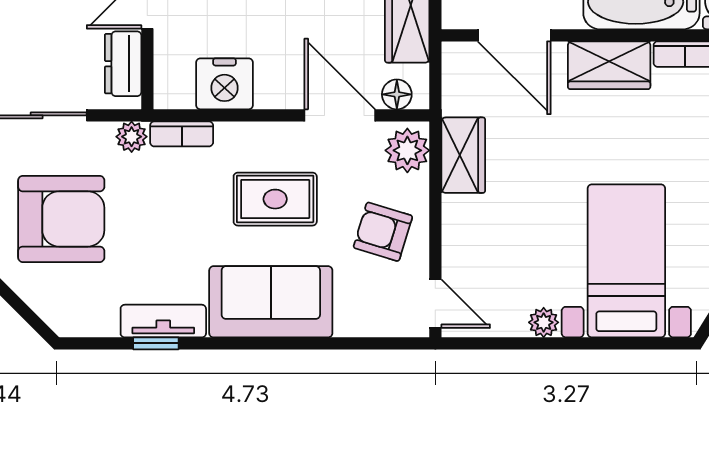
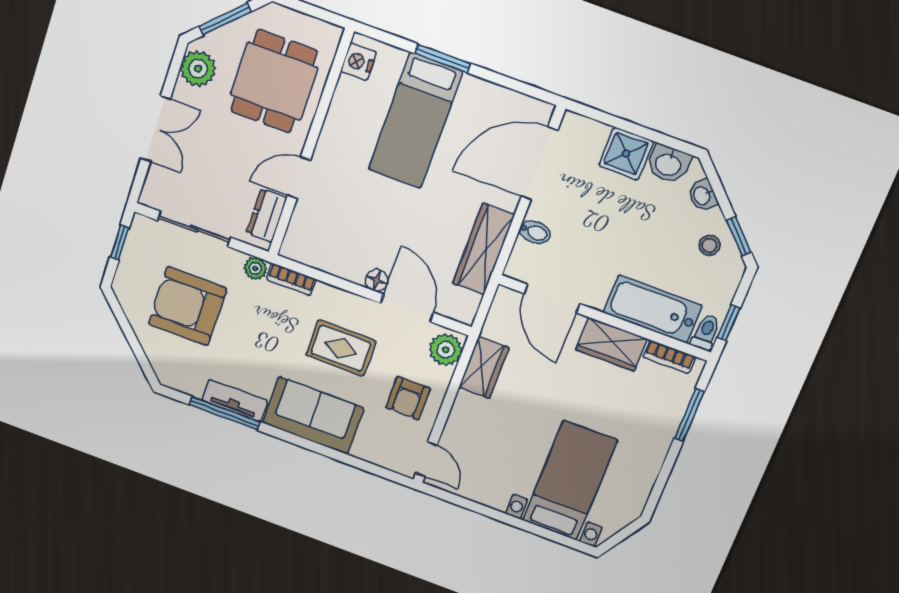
nightstand: (224, 84) -> (333, 256), removed
floor lamp: (397, 94) -> (377, 280), moved
armchair: (61, 219) -> (188, 306), turned 180
armchair: (383, 232) -> (408, 398), turned -107
plant: (544, 322) -> (496, 499), removed
window: (156, 343) -> (225, 413), width x2.17

